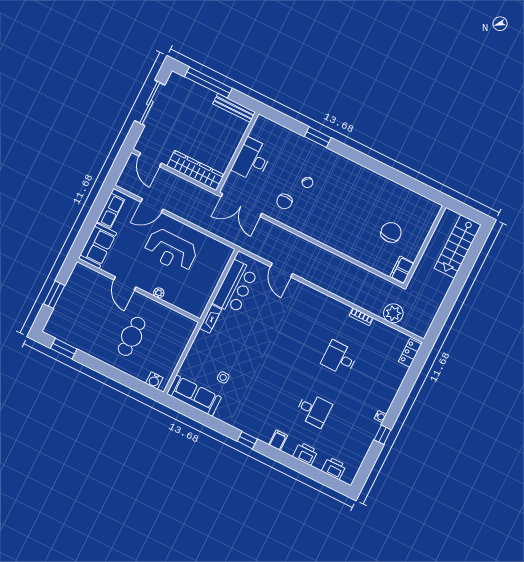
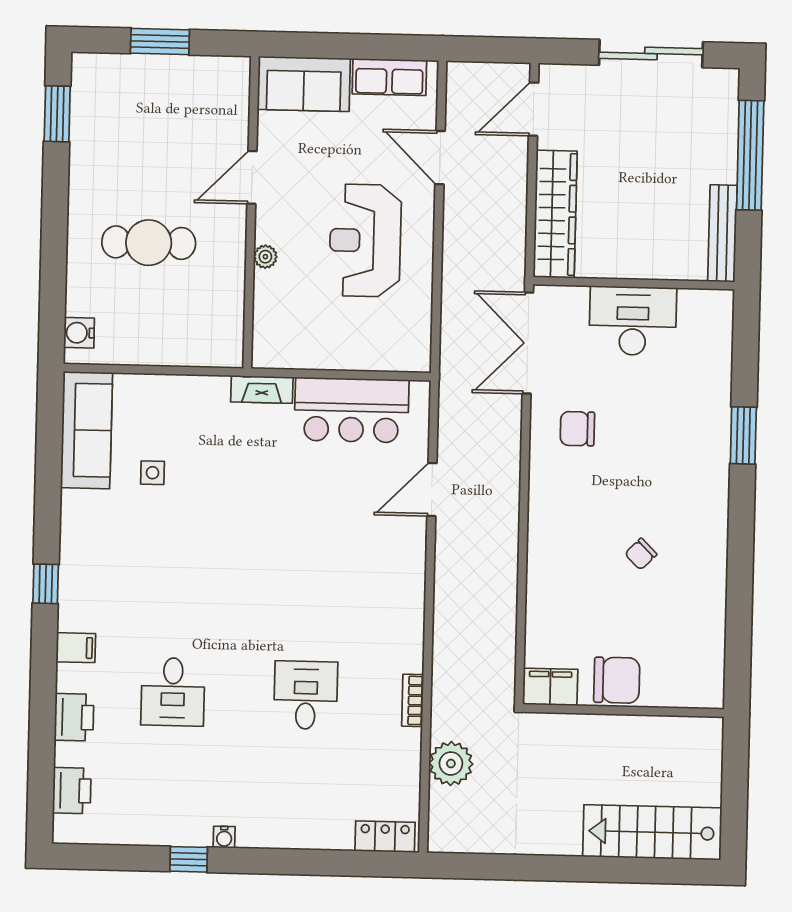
chair: (307, 182) -> (641, 554), moved
wall: (425, 246) -> (623, 711), moved
filing cabinet: (402, 270) -> (550, 687), moved

